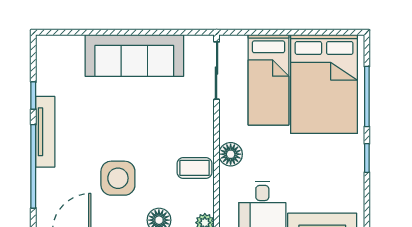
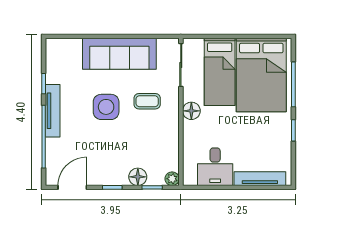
floor lamp: (231, 154) -> (191, 111), moved
coffee table: (195, 168) -> (147, 101), moved
side table: (118, 178) -> (106, 107), moved

